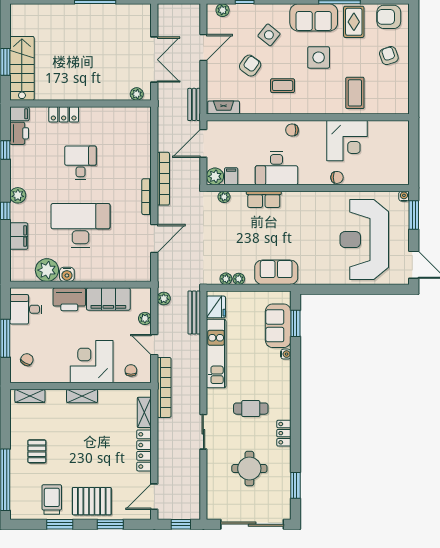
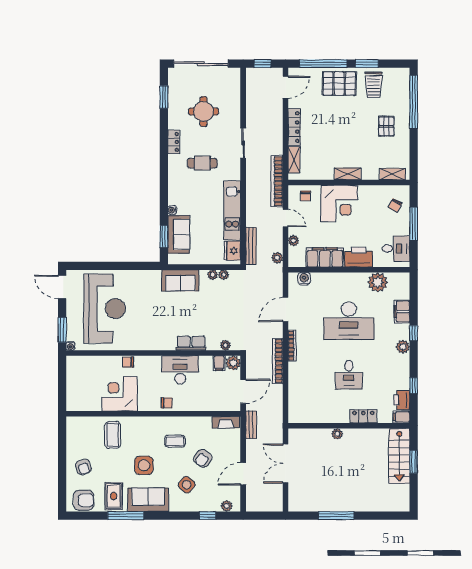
plant: (137, 94) -> (337, 434), moved
water cooler: (67, 274) -> (304, 279), moved
window: (110, 524) -> (323, 64), width x2.11

